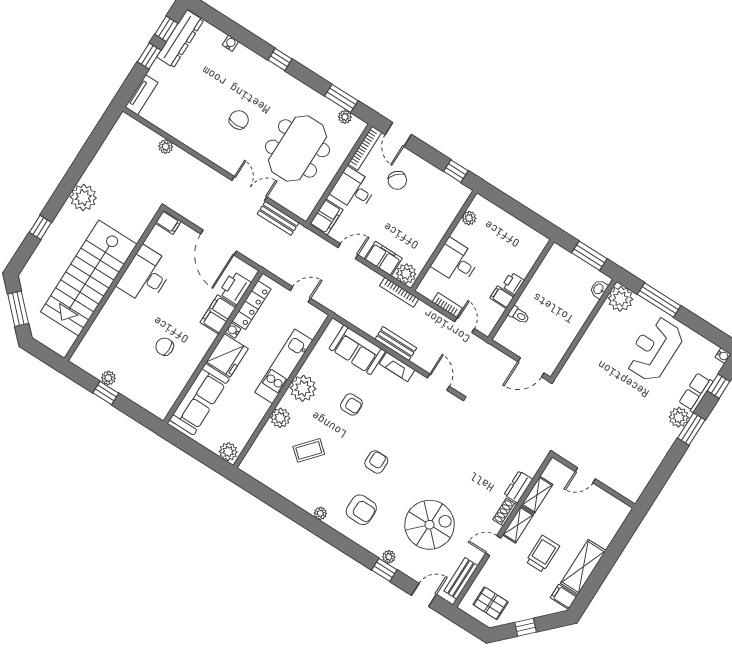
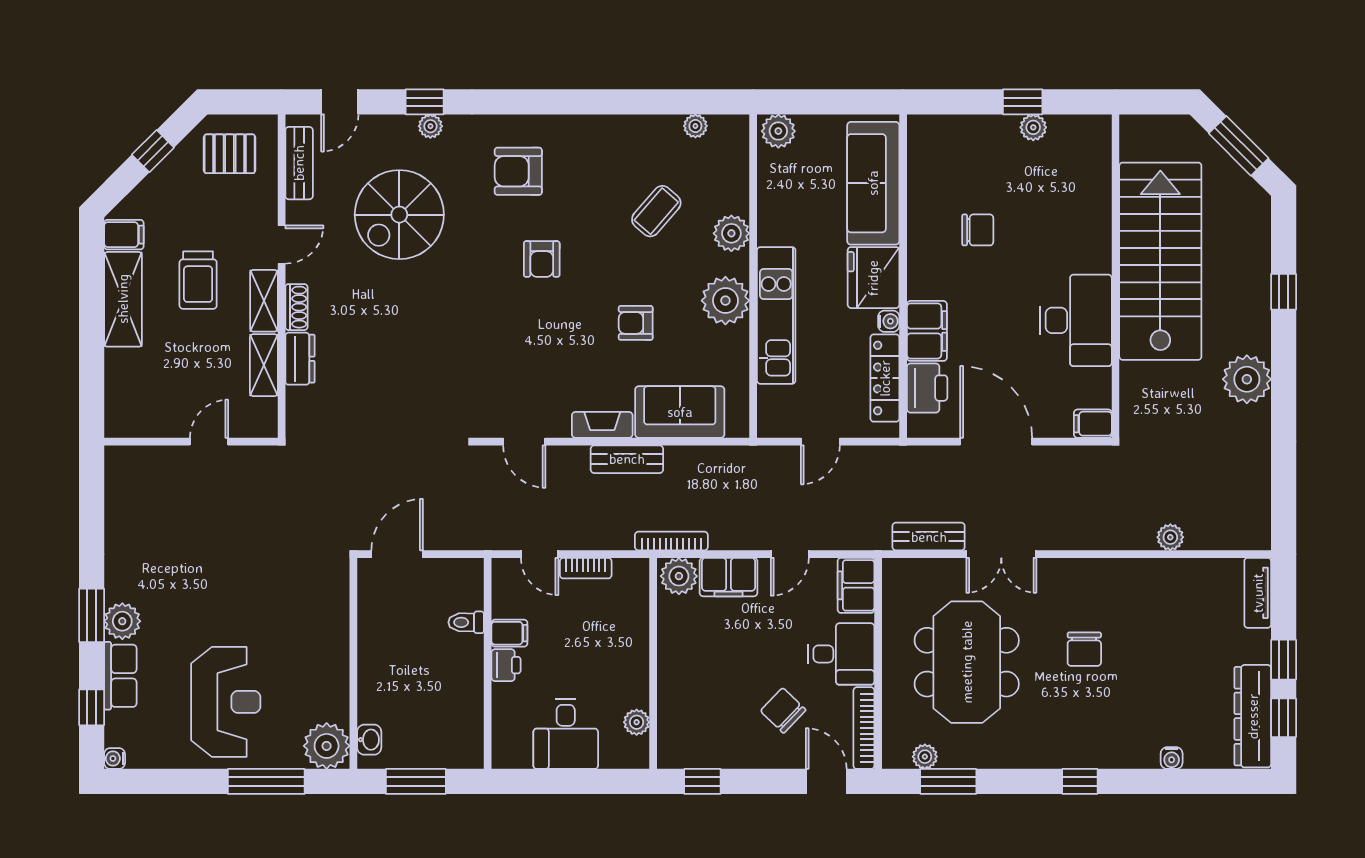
desk: (456, 262) -> (566, 734), moved, turned 90
plant: (320, 513) -> (695, 126), moved

